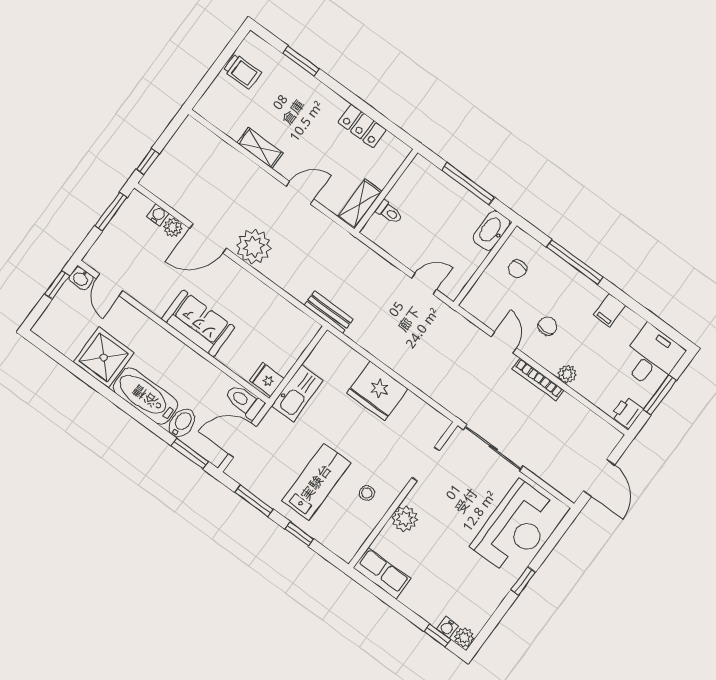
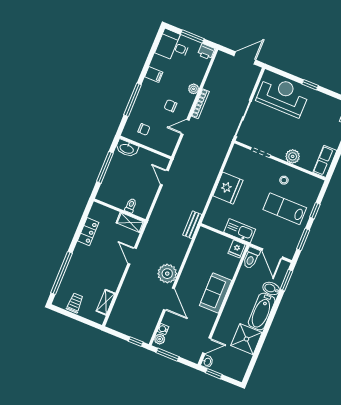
window: (301, 61) -> (62, 273), width x2.11
shelving: (260, 148) -> (106, 302), moved
plant: (173, 227) -> (160, 339), moved

